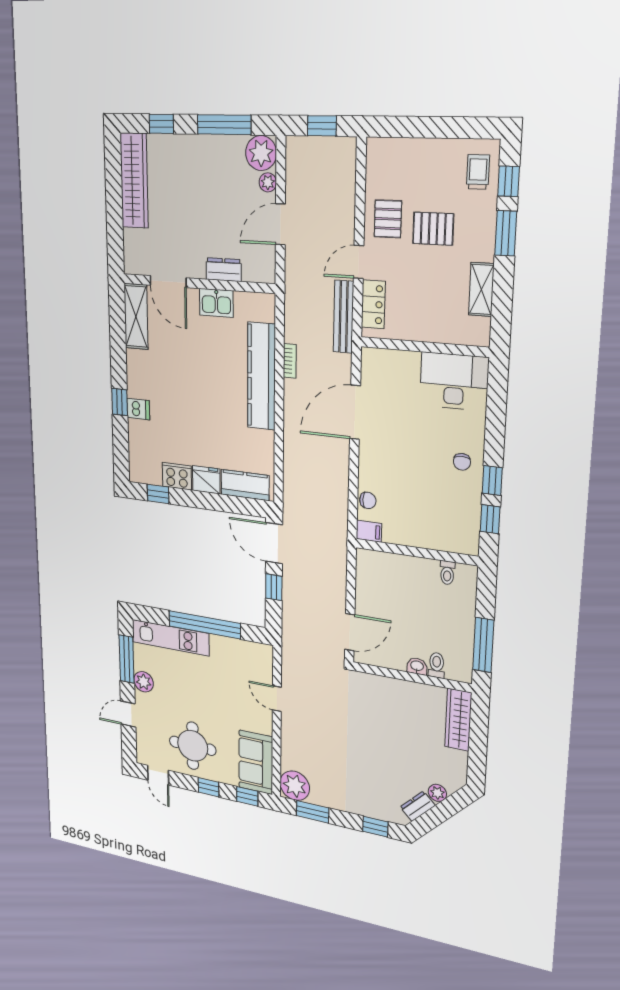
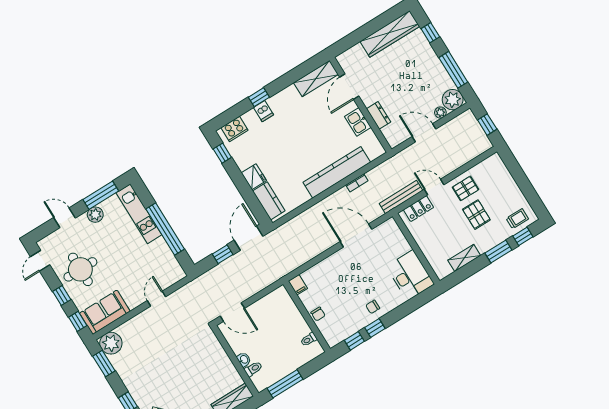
cooker: (177, 476) -> (235, 129), moved, turned 90
chair: (368, 500) -> (318, 314), moved

